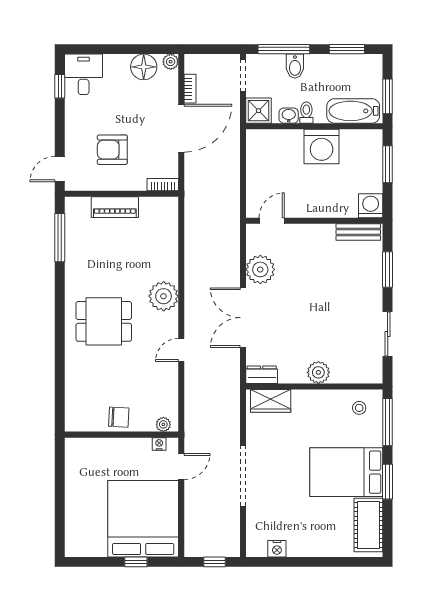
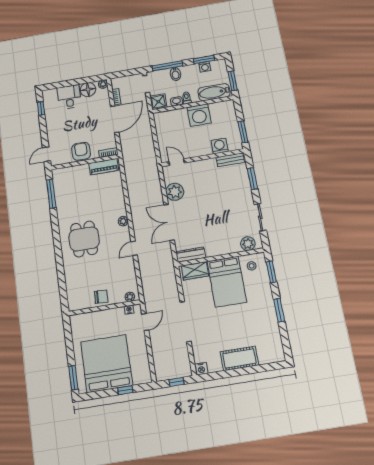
washing machine: (346, 63) -> (205, 67), added
desk: (84, 74) -> (69, 97), moved
armchair: (112, 150) -> (81, 151), moved, turned 90
window: (388, 164) -> (243, 132), moved
washing machine: (371, 206) -> (220, 146), moved
piano: (115, 207) -> (104, 167), moved
door: (272, 221) -> (177, 162), hinge flipped
plant: (164, 296) -> (123, 221), width x0.53, depth x0.53
dining table: (104, 321) -> (84, 239), turned 90
plant: (318, 372) -> (248, 244), moved
dresser: (262, 375) -> (191, 255), width x1.44
window: (388, 422) -> (271, 272), width x0.69
bed: (346, 472) -> (227, 282), moved, turned -90
bed: (143, 519) -> (107, 364), moved
cot: (368, 525) -> (239, 358), moved, turned 90
window: (60, 531) -> (73, 378), added
nightstand: (277, 549) -> (201, 369), moved

